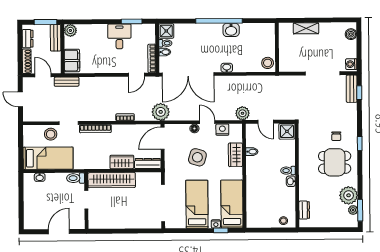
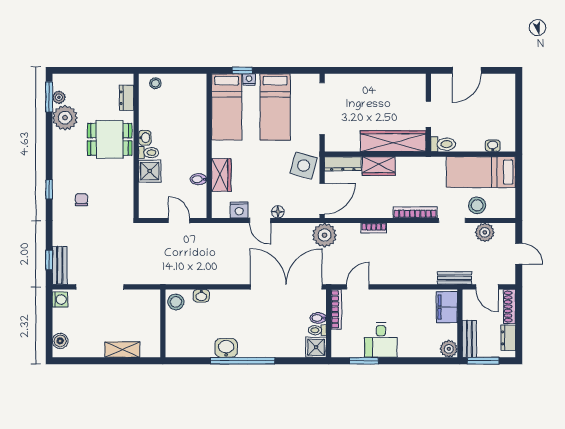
washbasin: (227, 68) -> (201, 296), moved
plant: (242, 113) -> (485, 232), moved
shower: (287, 131) -> (150, 171), moved
side table: (197, 157) -> (304, 166), moved
dining table: (335, 162) -> (110, 139), moved

